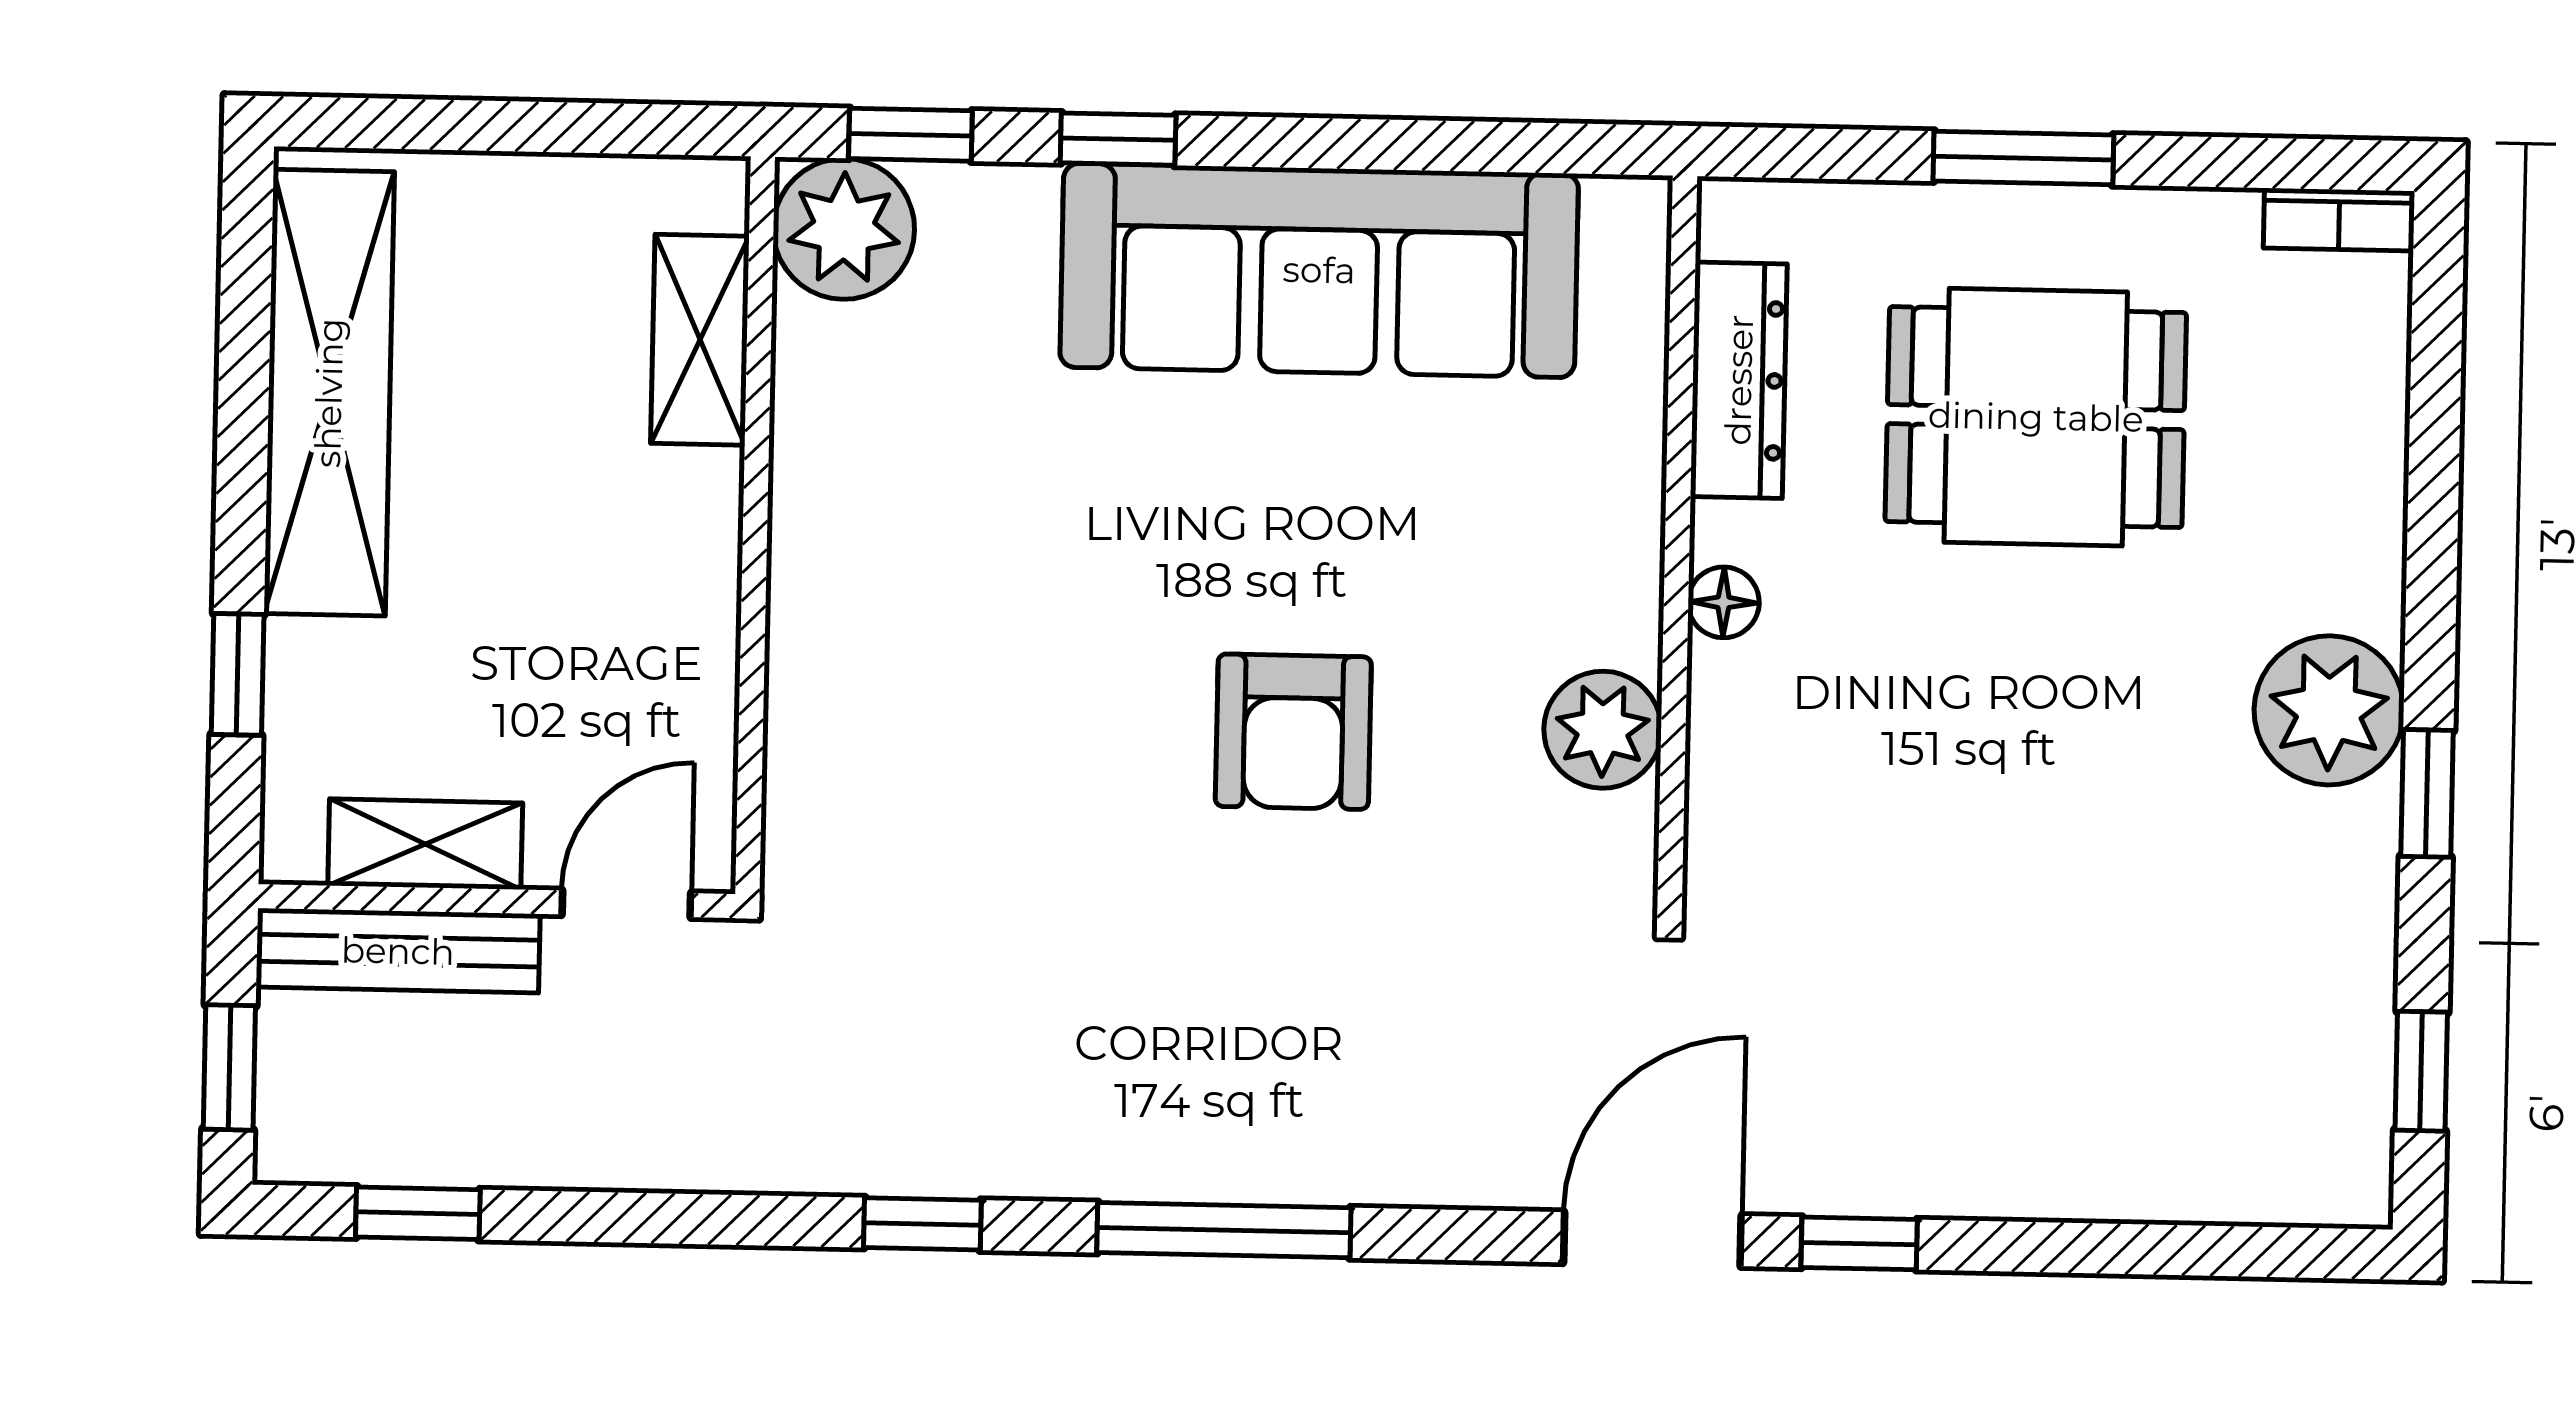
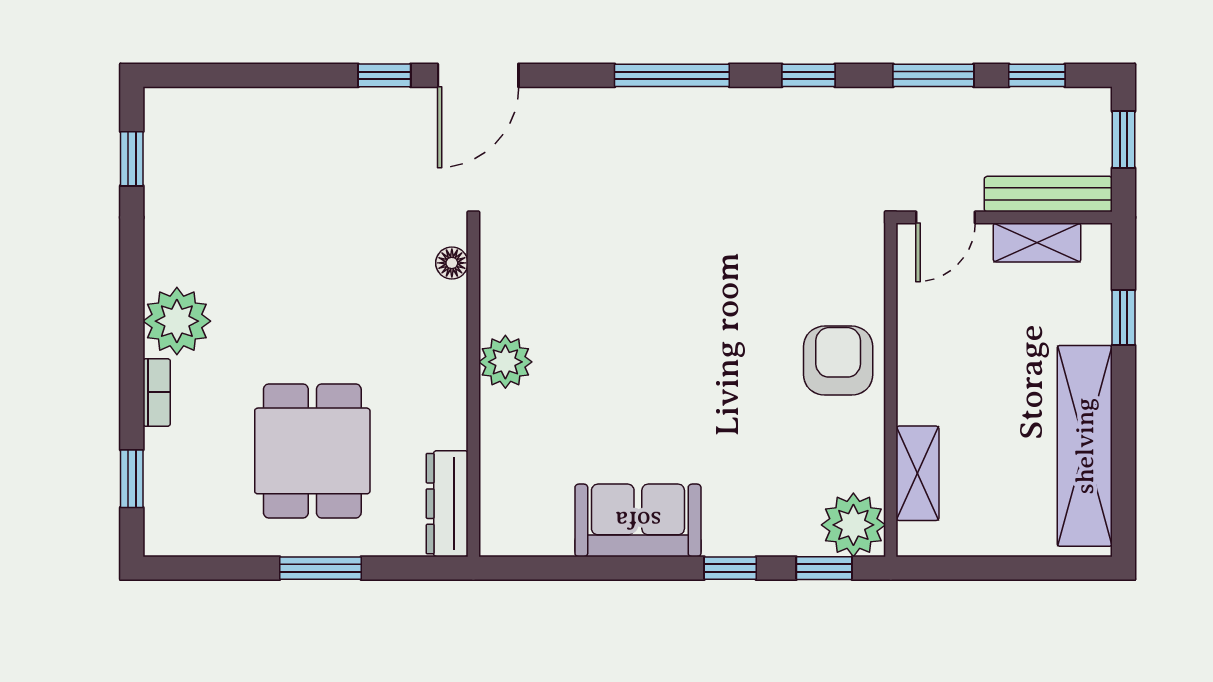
bookcase: (2339, 220) -> (157, 392), moved, turned 90
sofa: (1319, 270) -> (638, 520), width x0.54, depth x0.79
dresser: (1739, 380) -> (447, 504), moved
dining table: (2036, 417) -> (312, 451), turned 90
floor lamp: (1724, 602) -> (452, 263), moved
plant: (1603, 730) -> (505, 362), moved
armchair: (1293, 732) -> (838, 361), moved
window: (2427, 793) -> (132, 479), moved
window: (646, 1218) -> (933, 75), added

